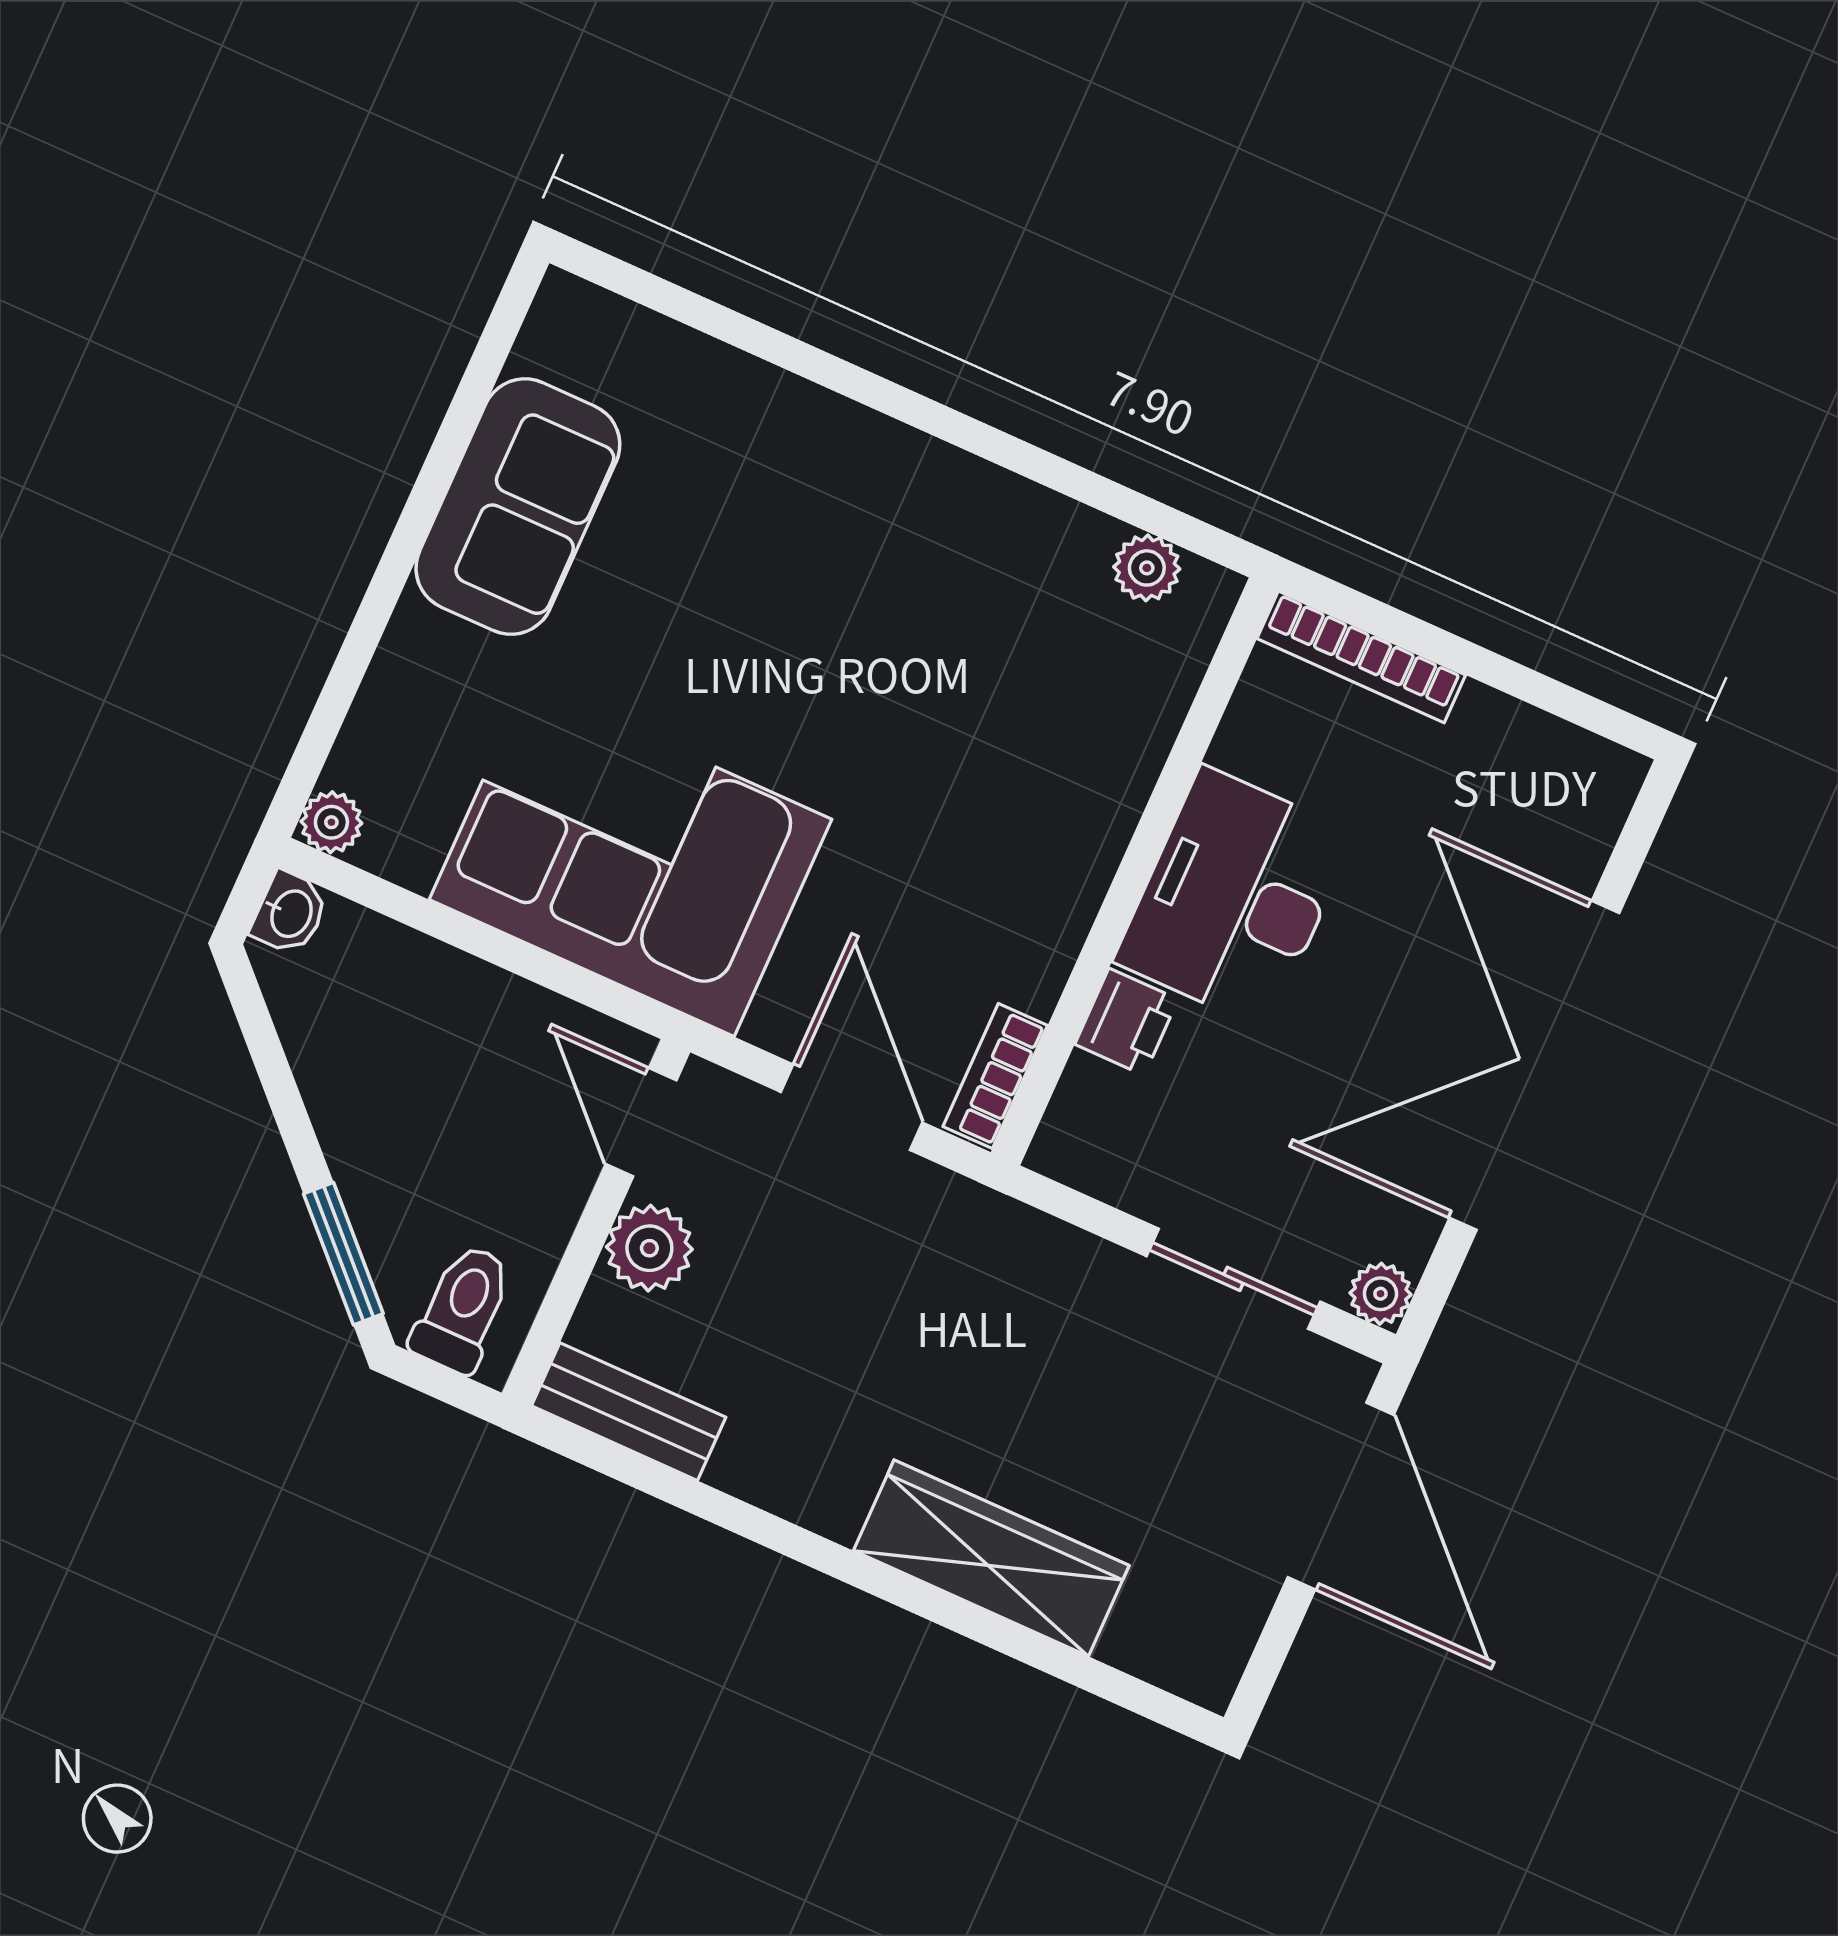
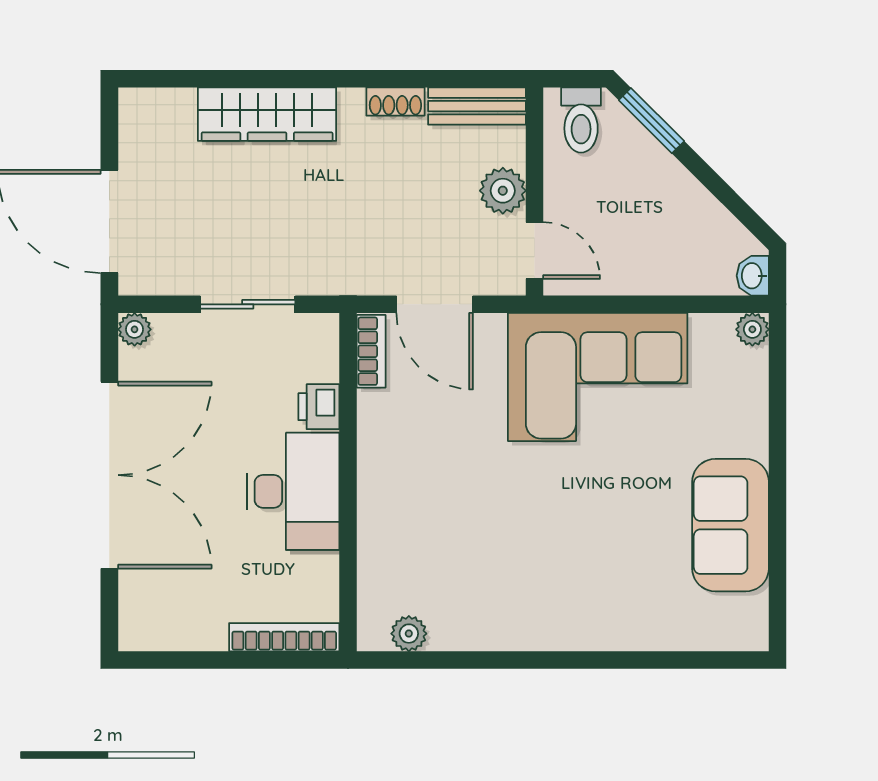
sliding door: (1233, 1279) -> (248, 304), moved
shoe rack: (764, 1481) -> (395, 102), added

